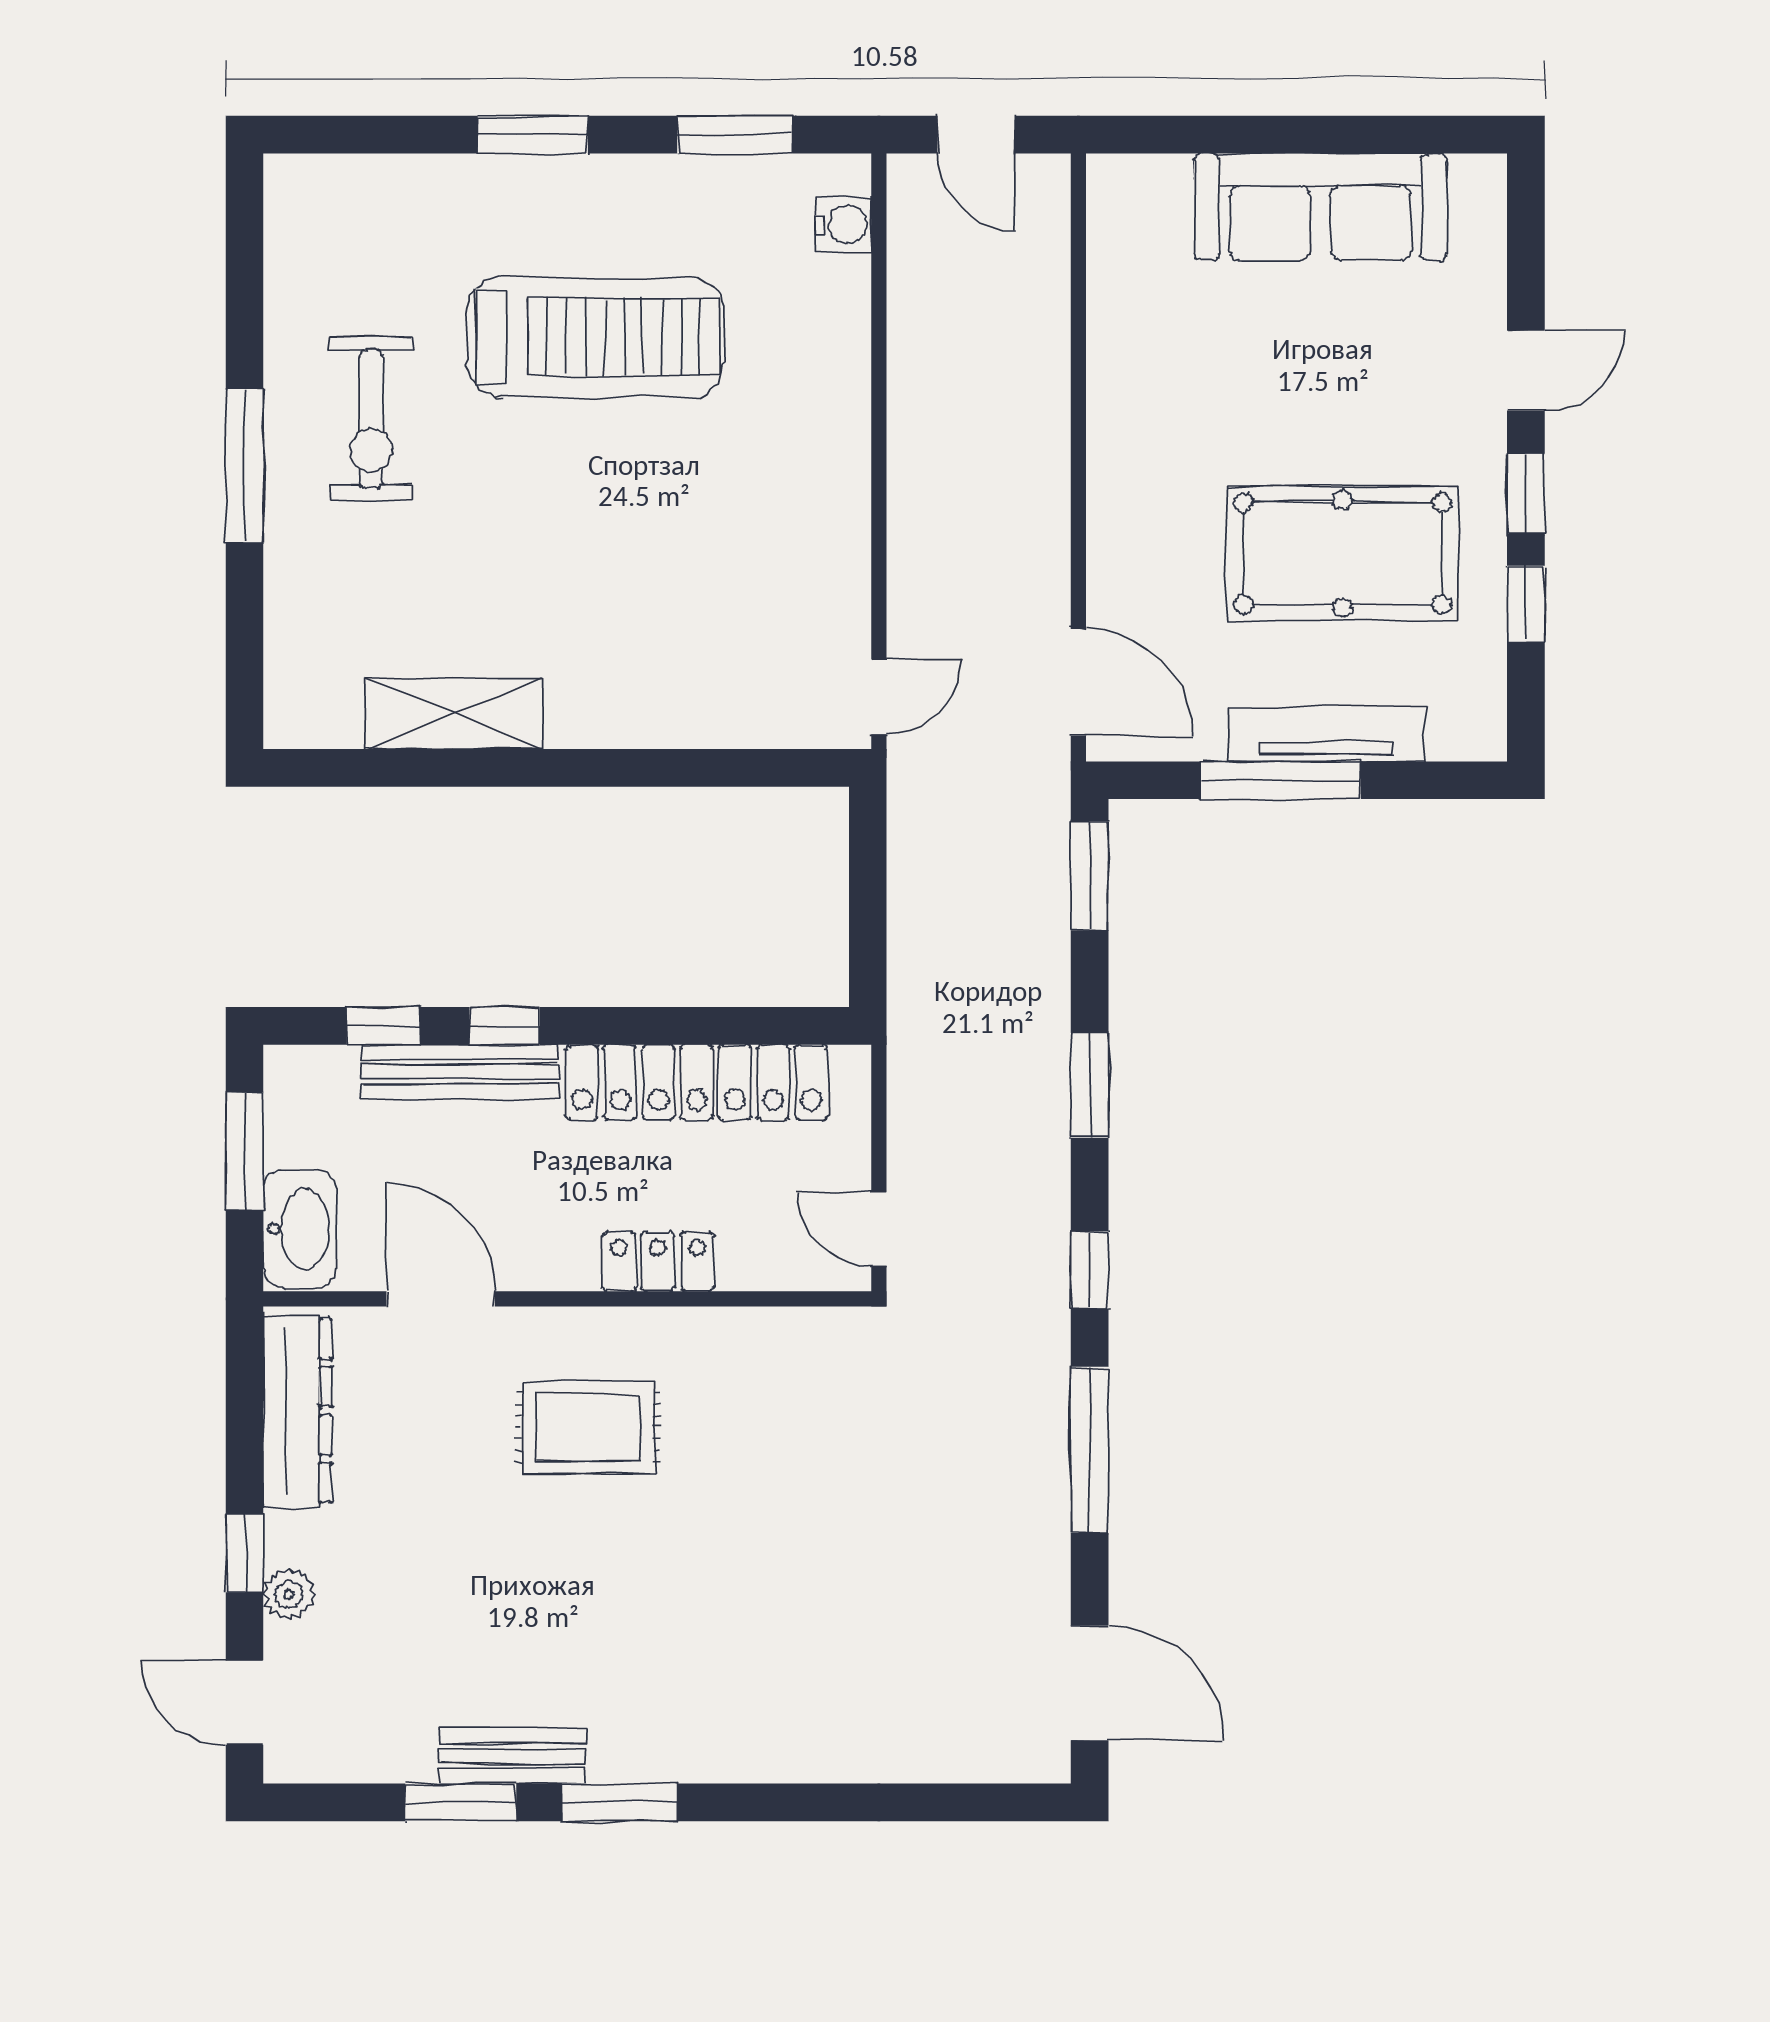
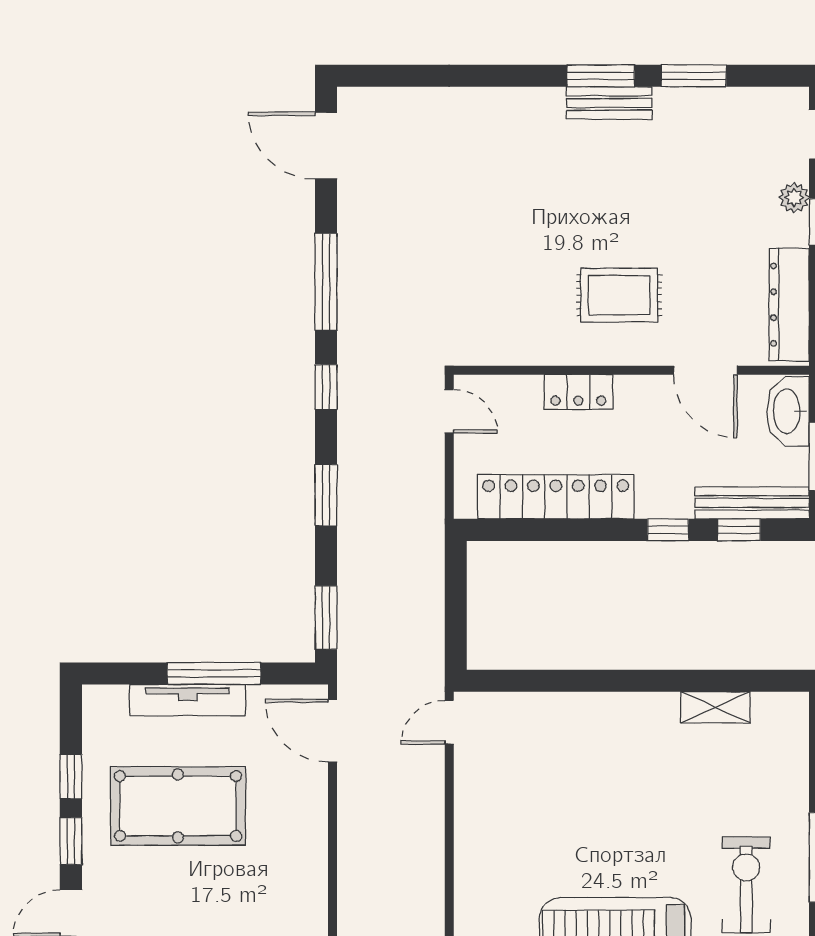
shelving: (453, 714) -> (715, 707), width x0.67, depth x0.75
bench: (460, 1072) -> (752, 503), moved
bench: (513, 1756) -> (609, 103), moved

